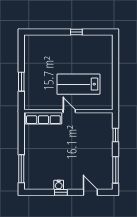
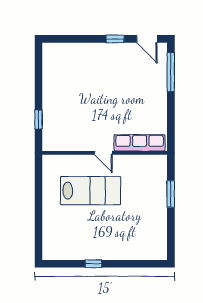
window: (116, 170) -> (38, 70), removed
water cooler: (59, 185) -> (118, 49), removed
door: (90, 192) -> (147, 39), moved

